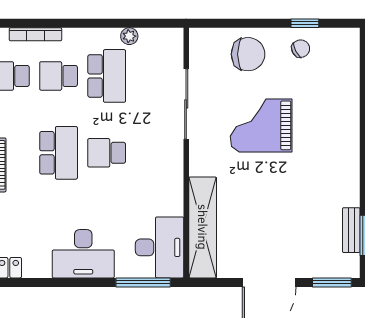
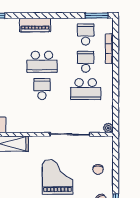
plant: (129, 36) -> (108, 128), moved
chair: (248, 54) -> (98, 169), width x0.54, depth x0.54

